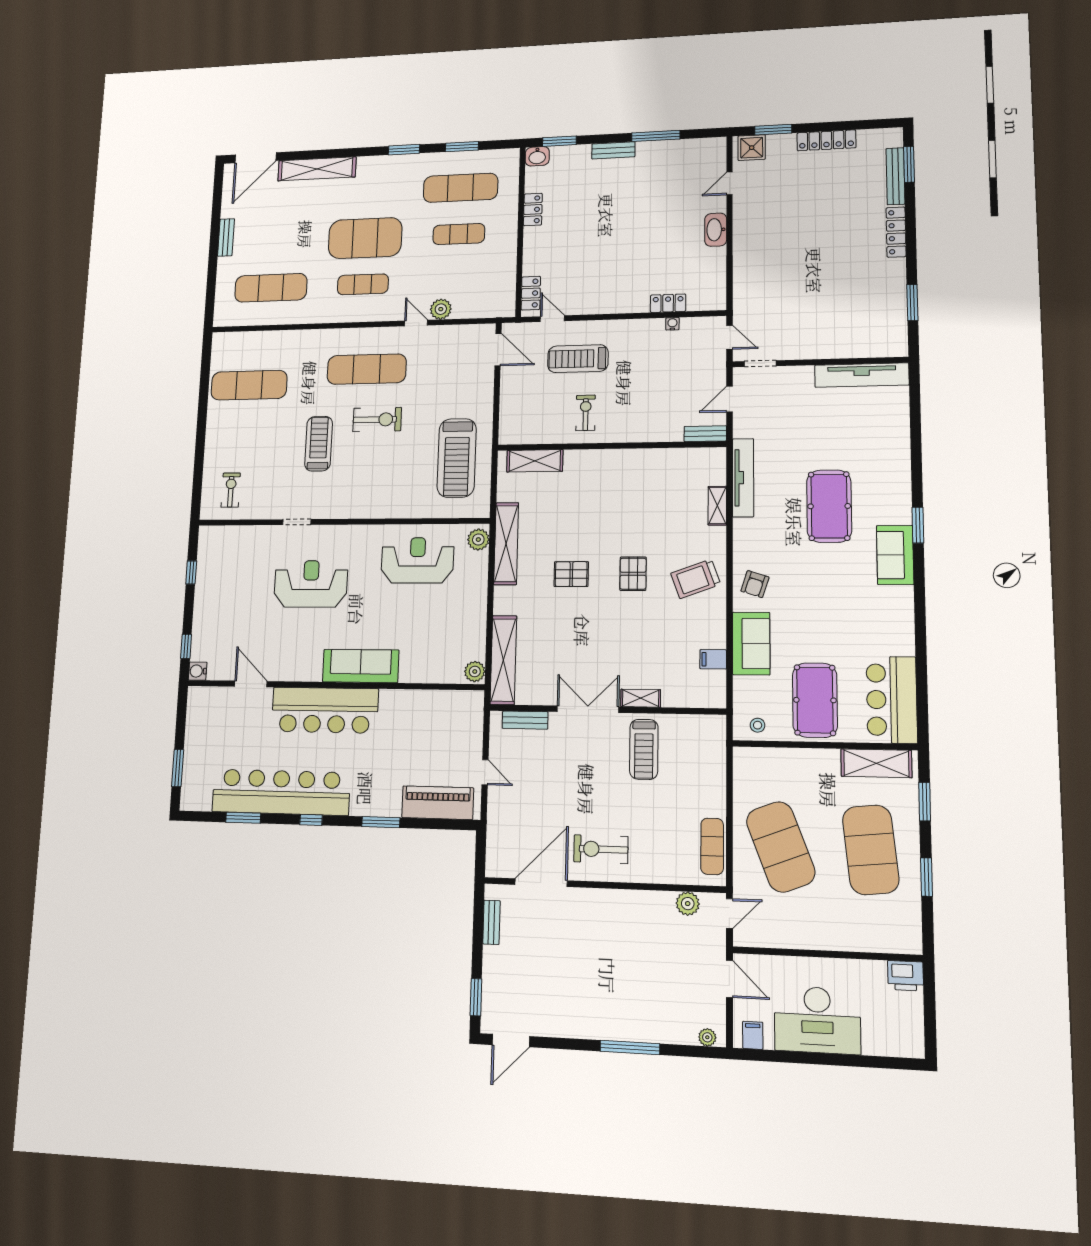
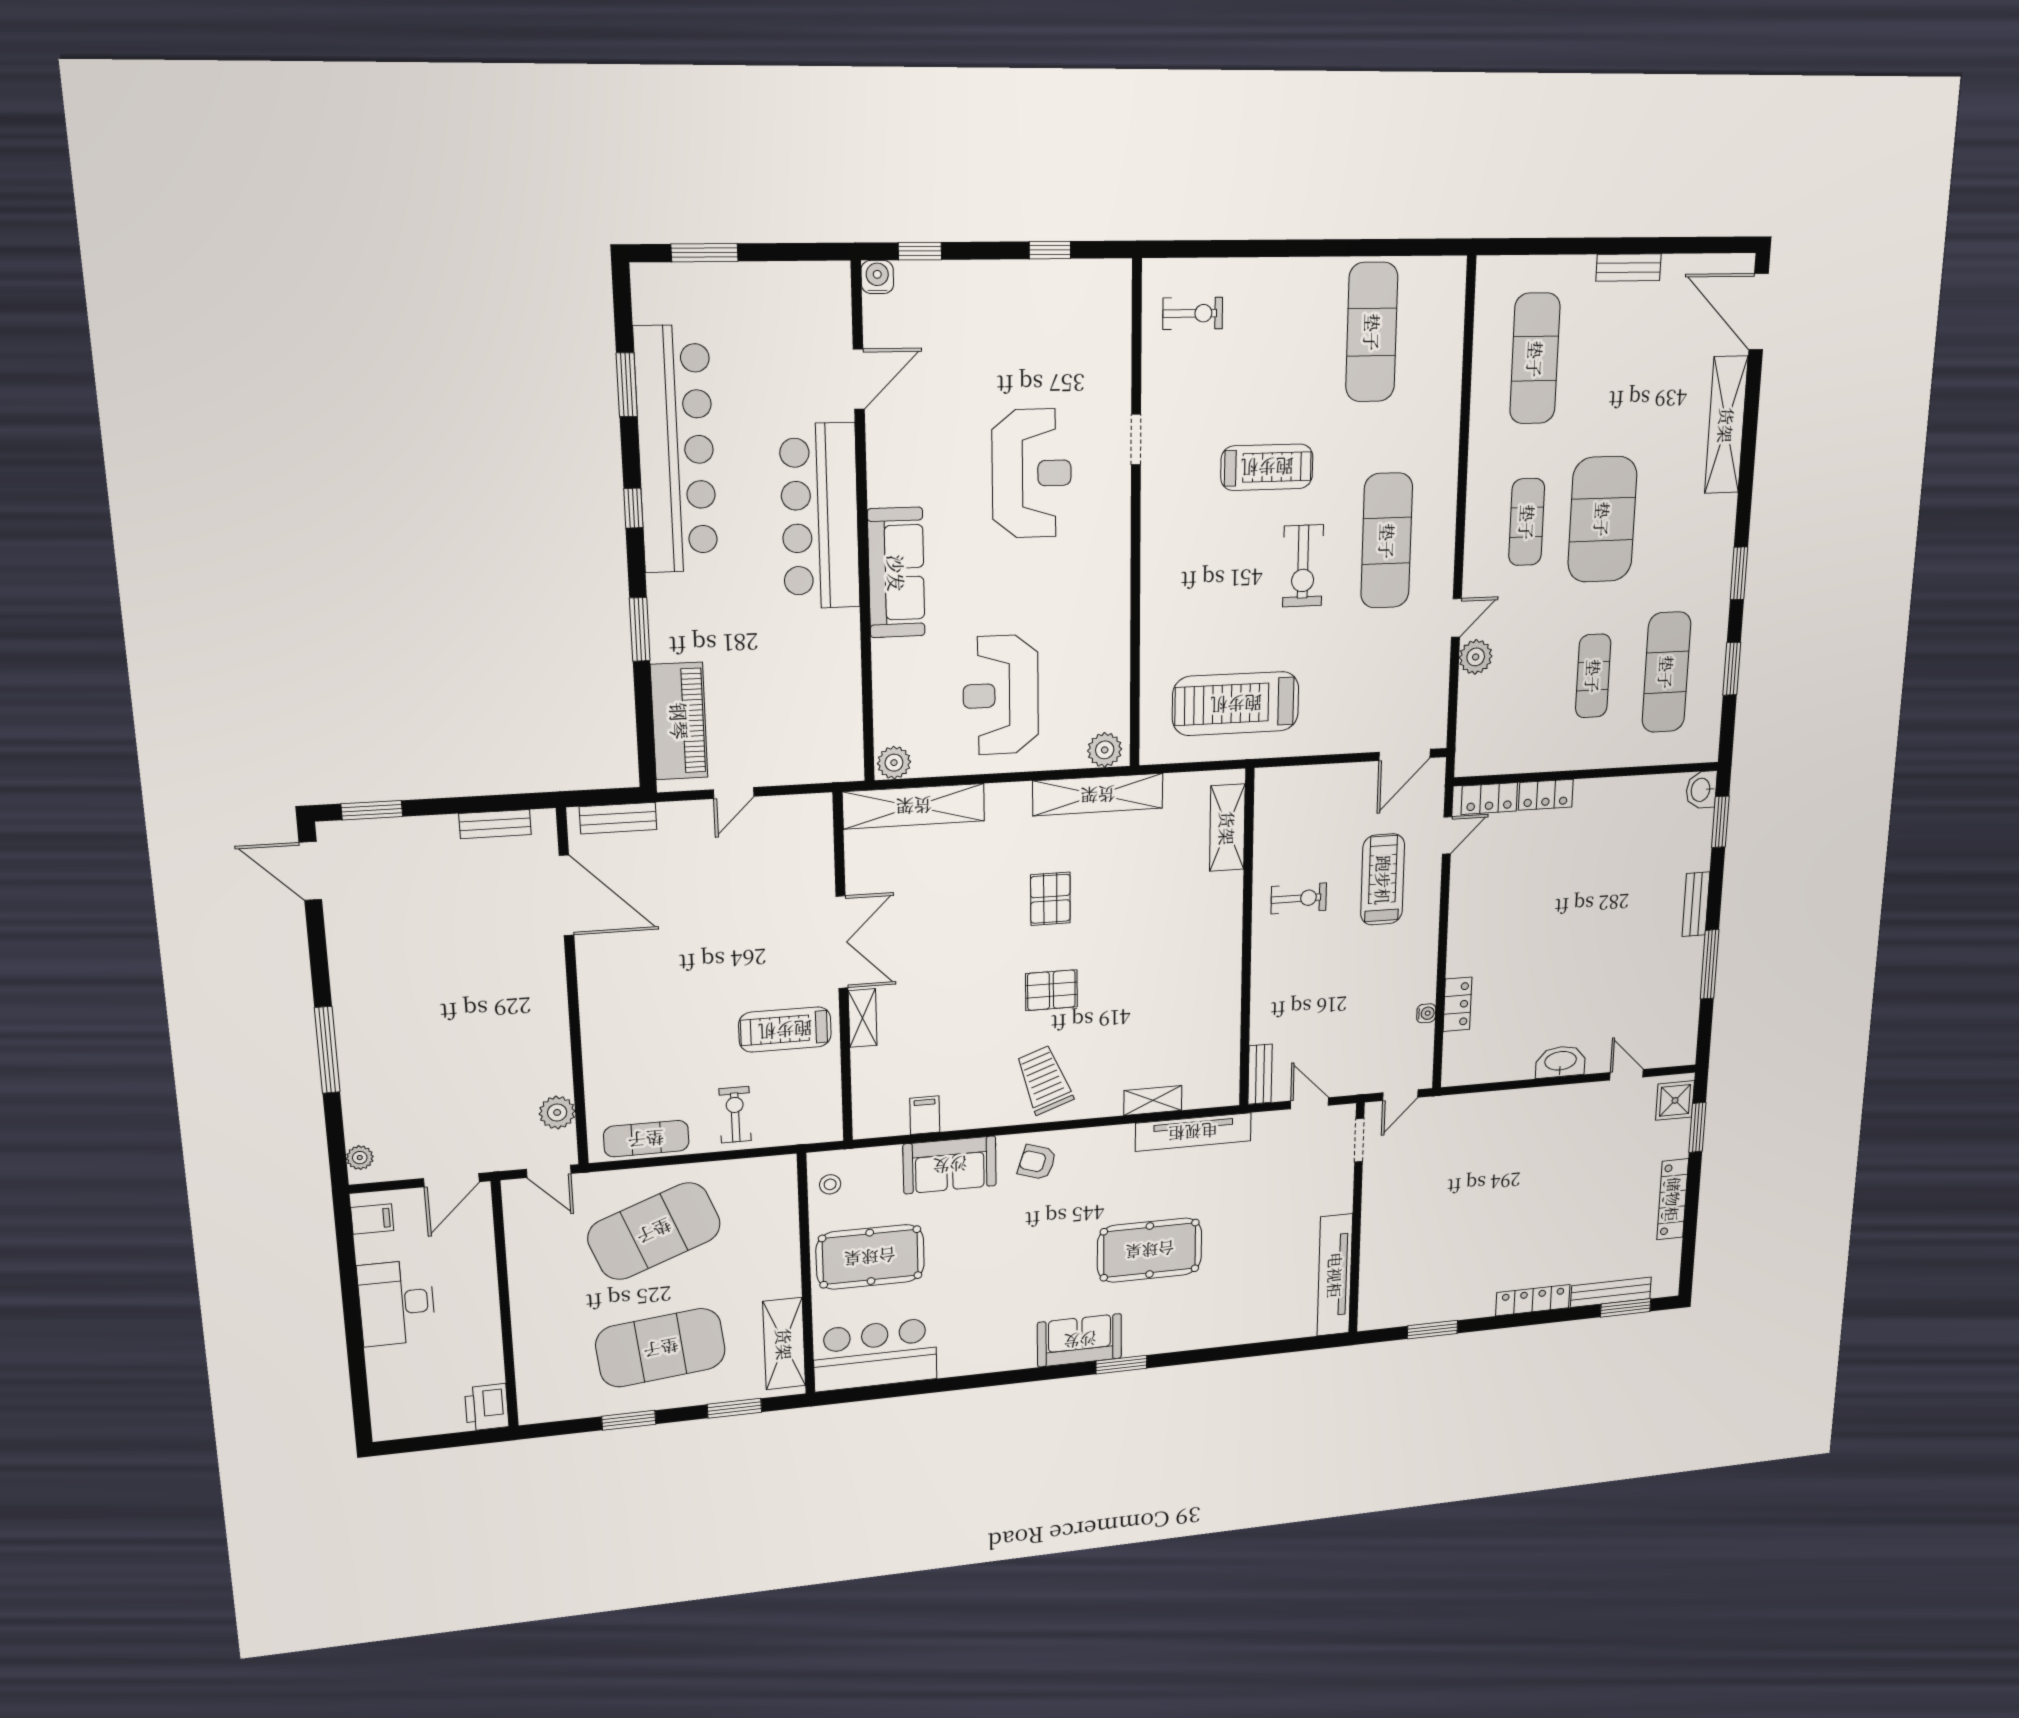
locker: (533, 209) -> (1546, 795), moved
reception desk: (417, 560) -> (1001, 695), moved, turned 180
bench: (525, 720) -> (618, 818), moved, turned 90
exercise bike: (601, 849) -> (735, 1115), moved, width x0.73, depth x0.72
desk: (817, 1020) -> (397, 1303), width x0.73, depth x0.77

